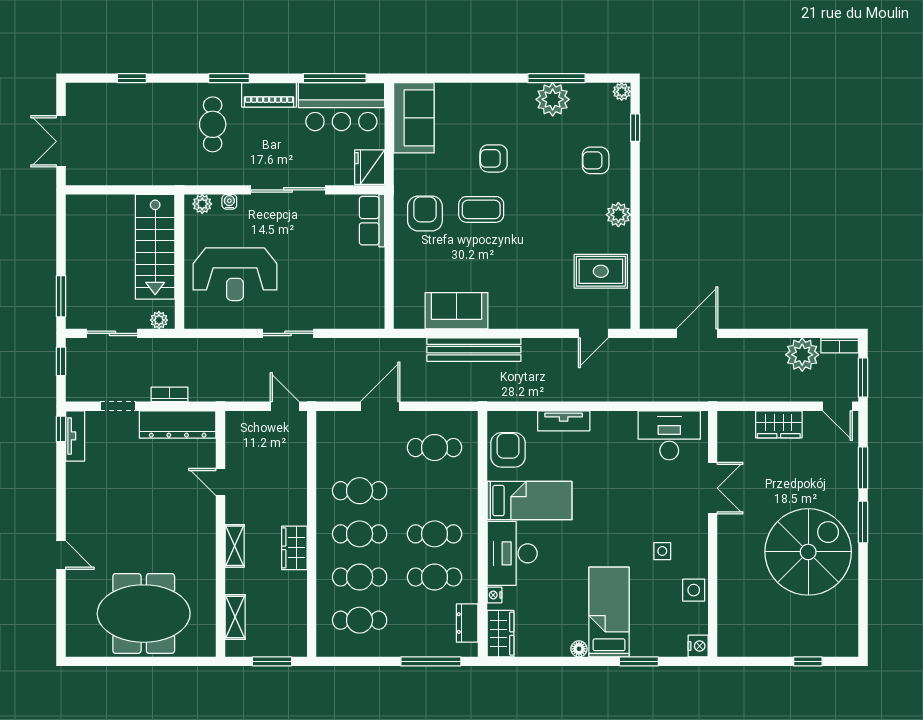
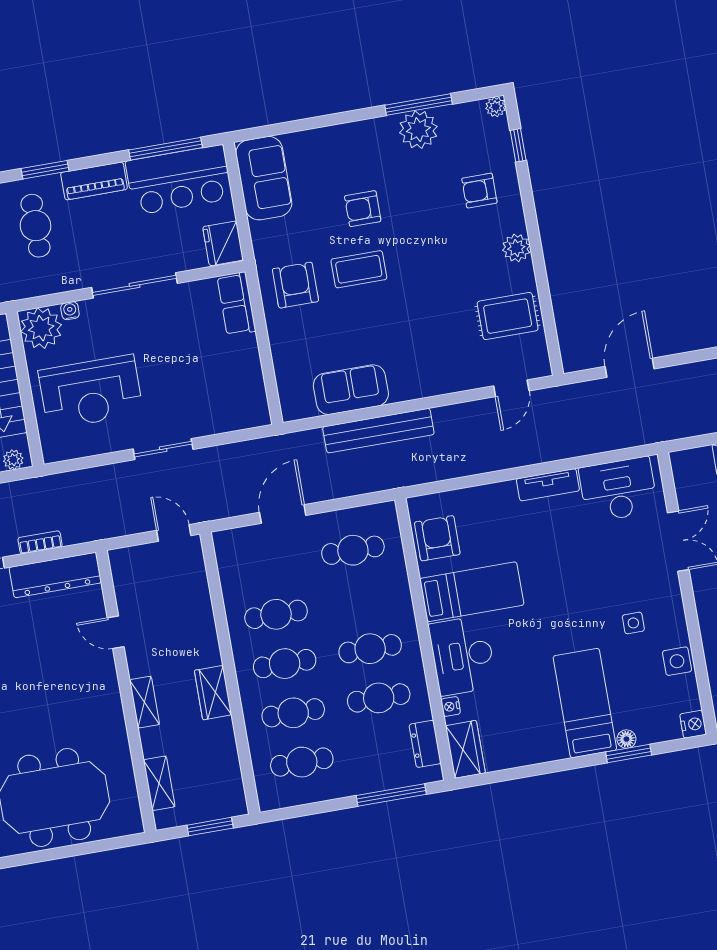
plant: (202, 204) -> (41, 328), width x1.88, depth x1.88
tv unit: (564, 421) -> (548, 485), moved
floor lamp: (579, 649) -> (626, 739), moved

